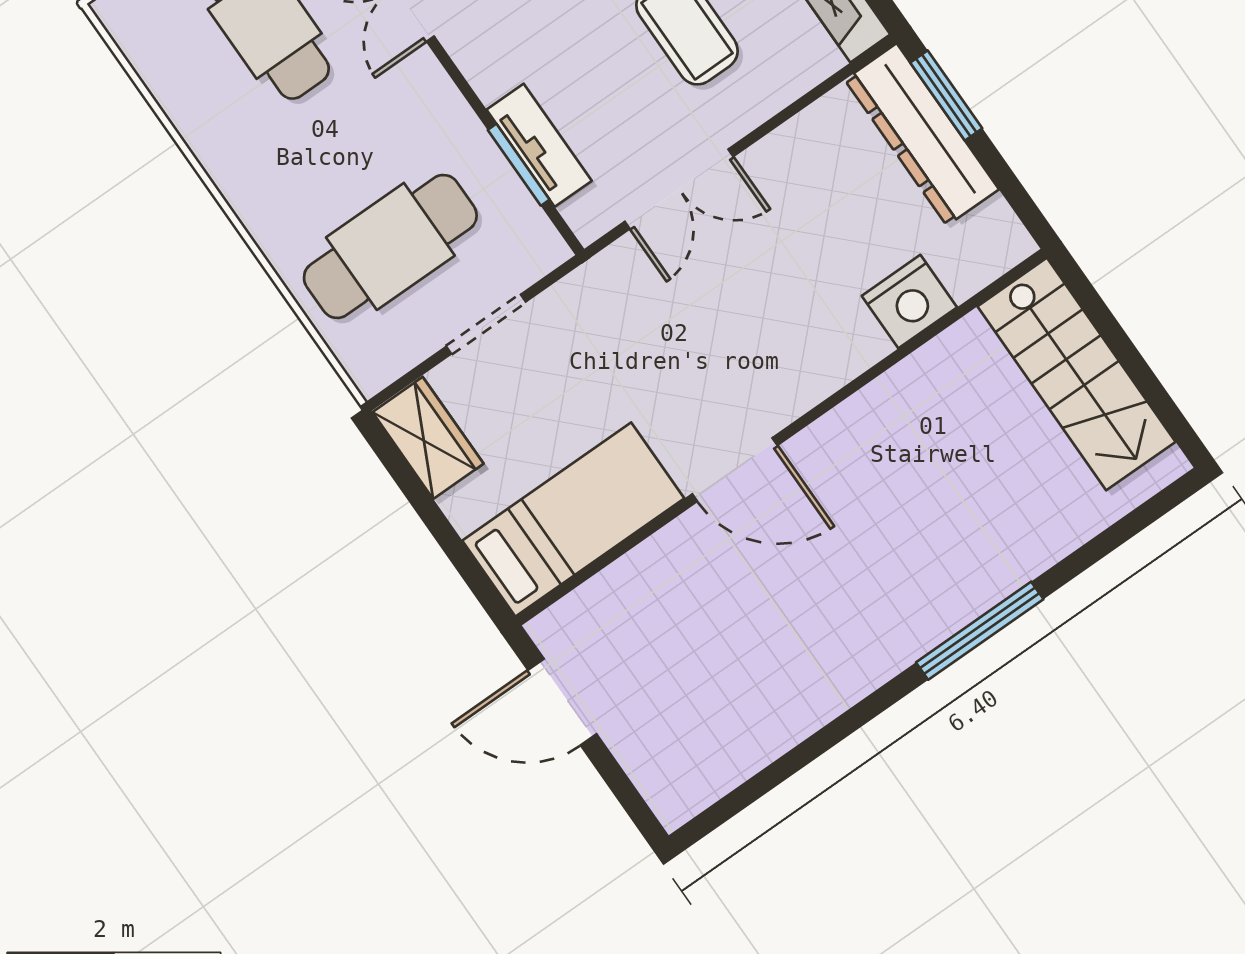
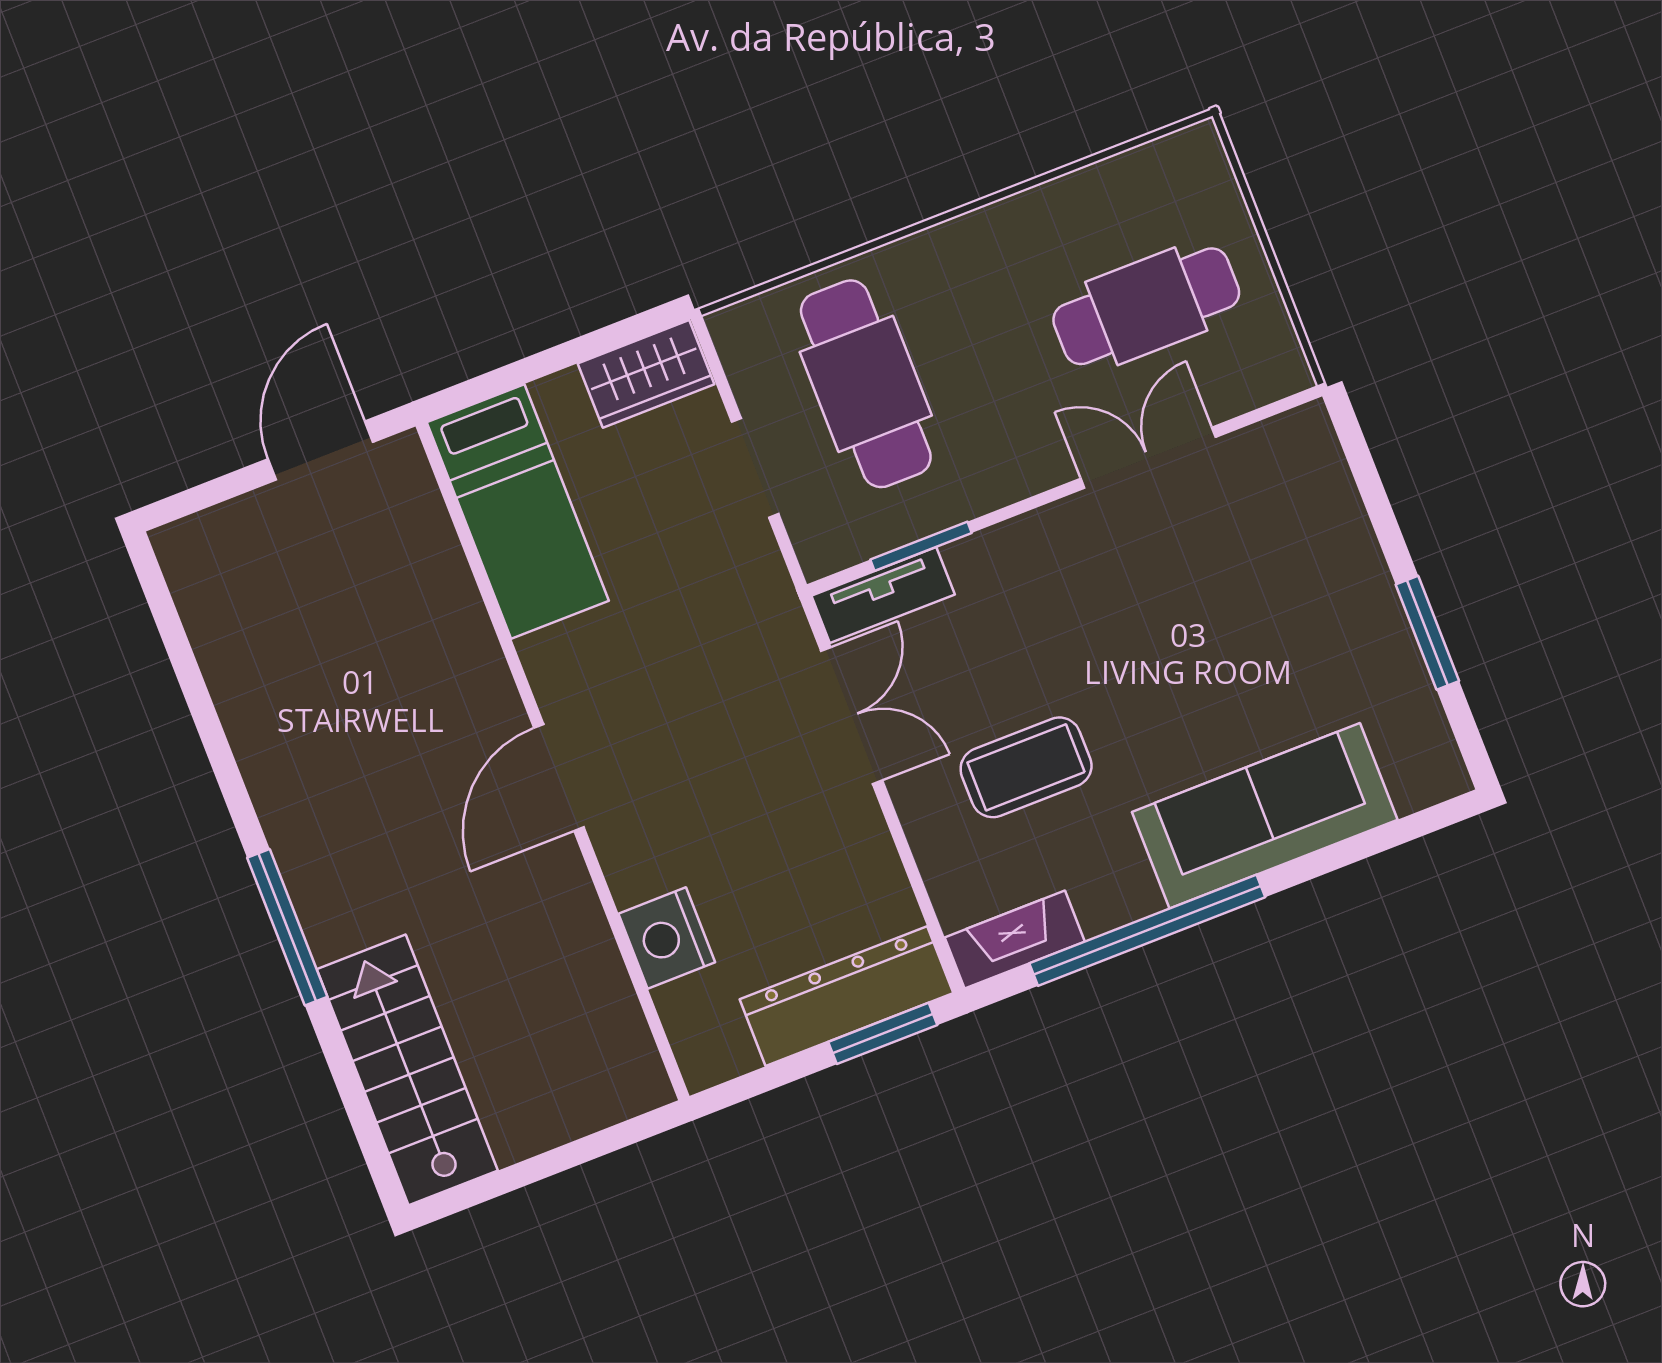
tv unit: (539, 145) -> (883, 595), moved
double door: (679, 189) -> (852, 716), swing flipped
stairs: (1076, 374) -> (407, 1070), moved, turned 90
door: (735, 470) -> (559, 778), moved

